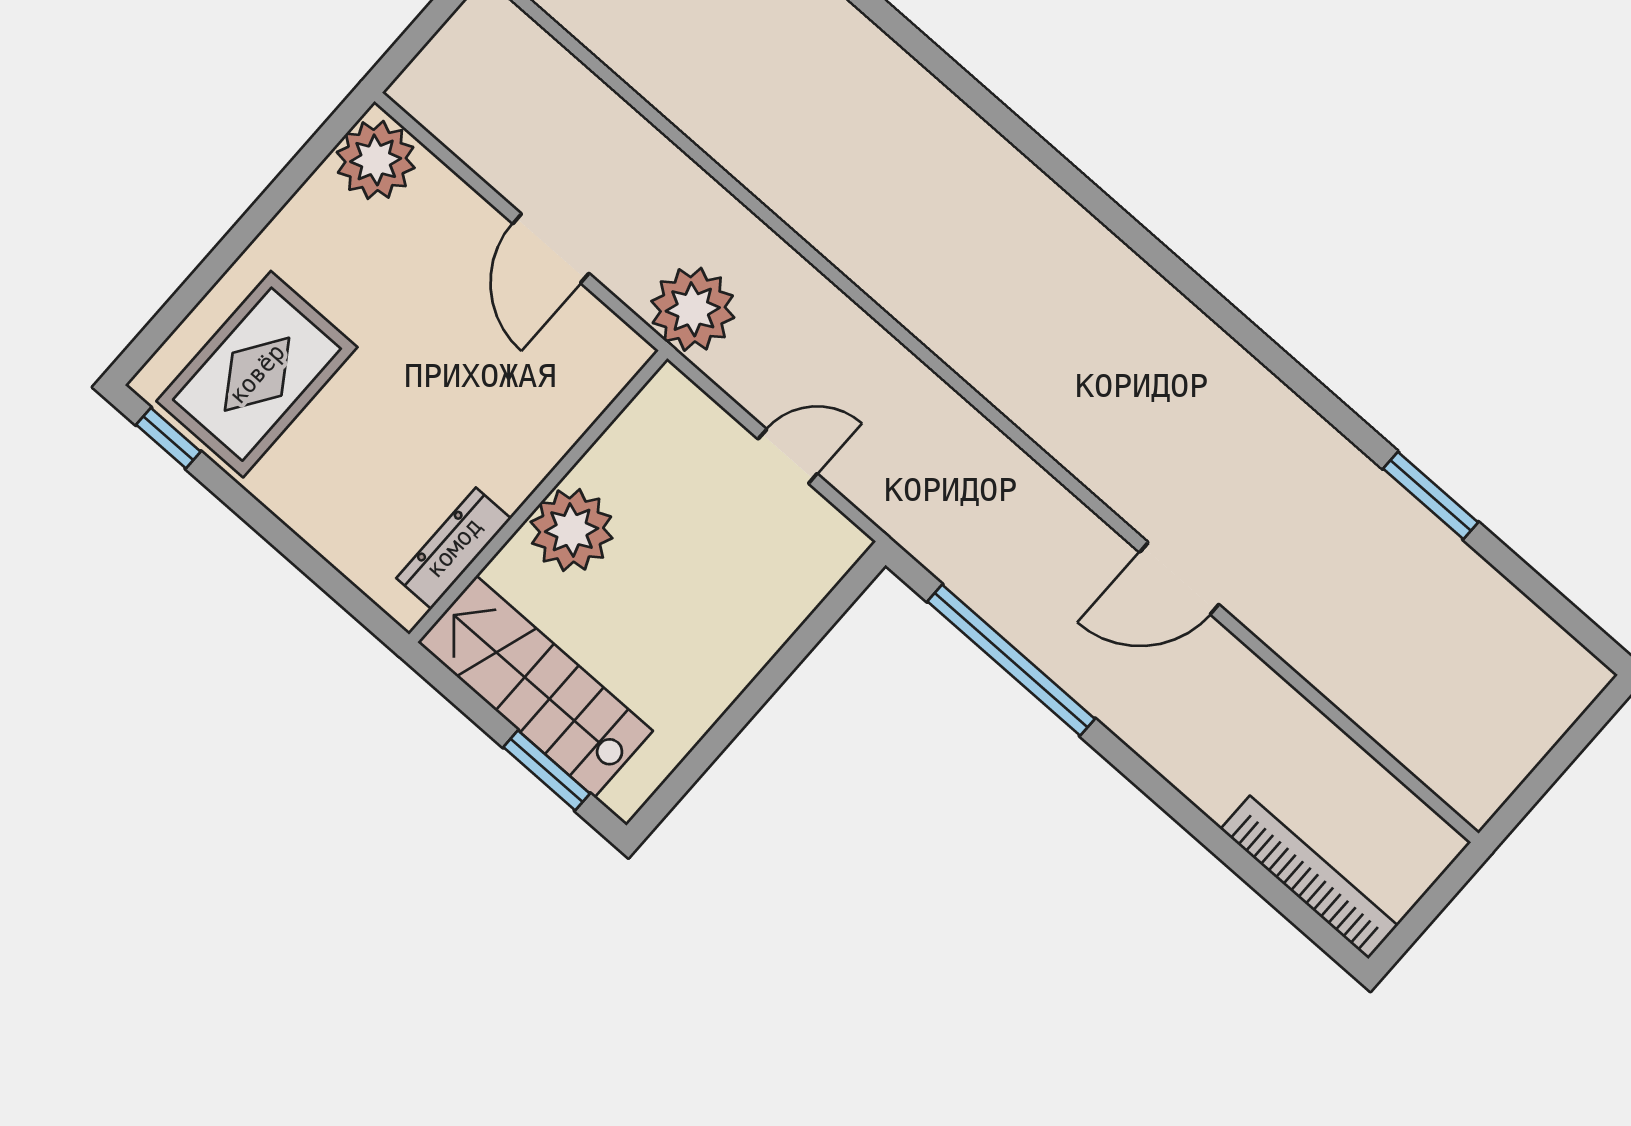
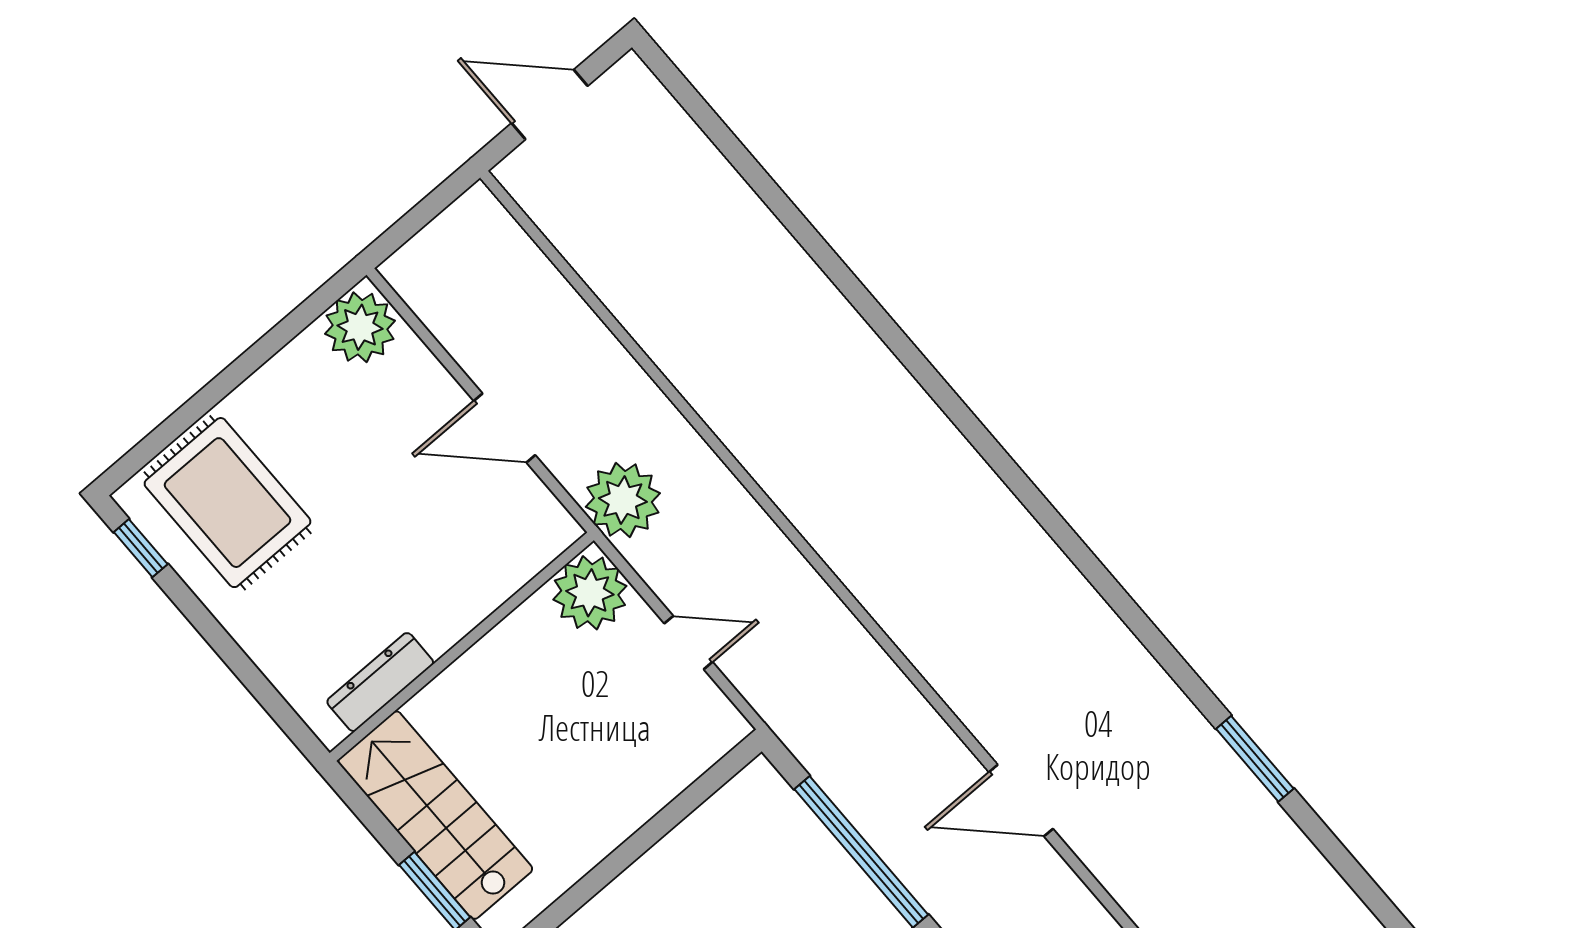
door: (551, 248) -> (505, 428), hinge flipped
rug: (257, 374) -> (227, 503), turned 90
plant: (572, 530) -> (590, 593), moved

